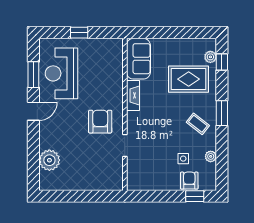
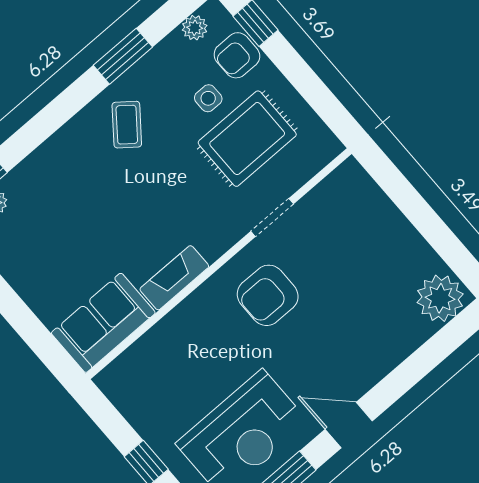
rug: (189, 79) -> (247, 139), moved, turned 90
window: (222, 113) -> (123, 56), moved
plant: (211, 156) -> (195, 28), moved
plant: (49, 160) -> (440, 298), moved

